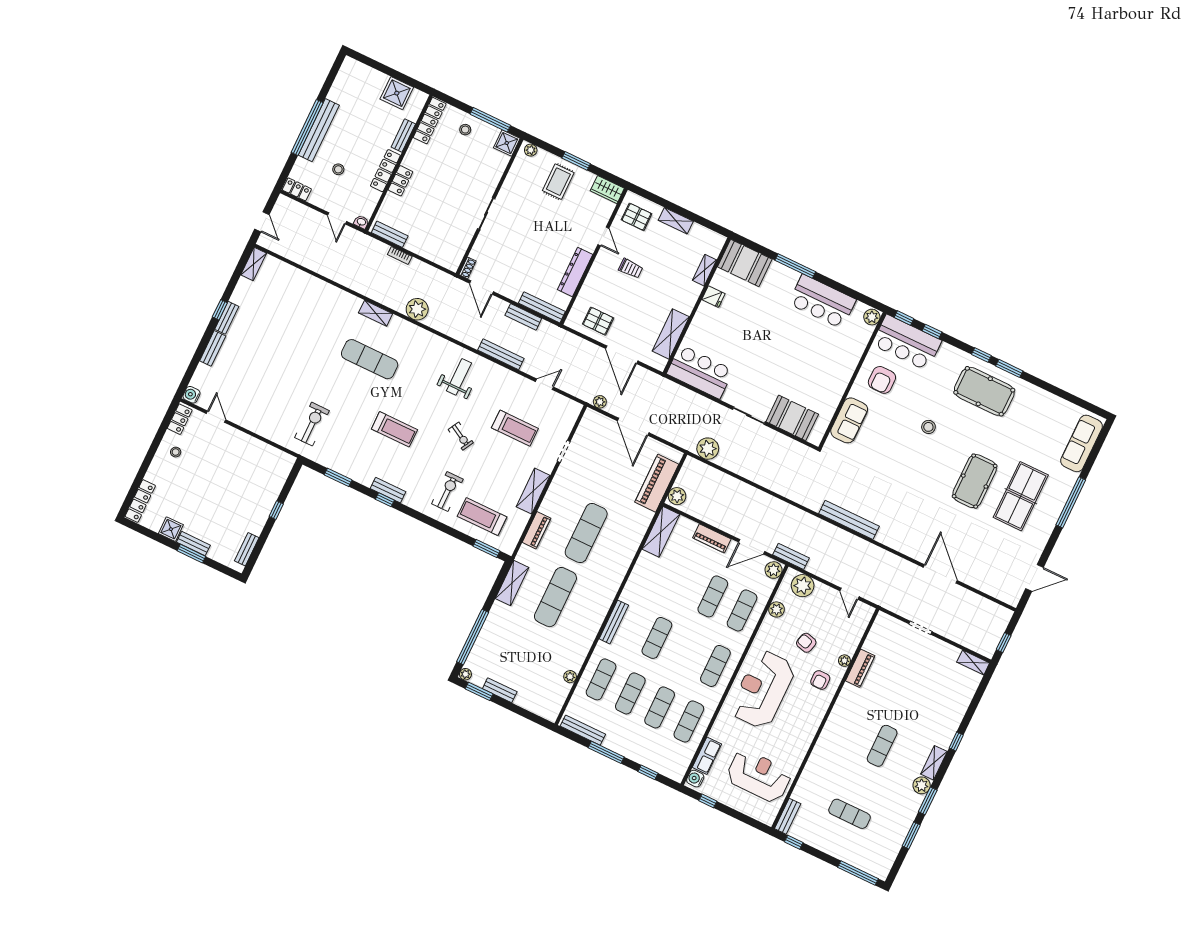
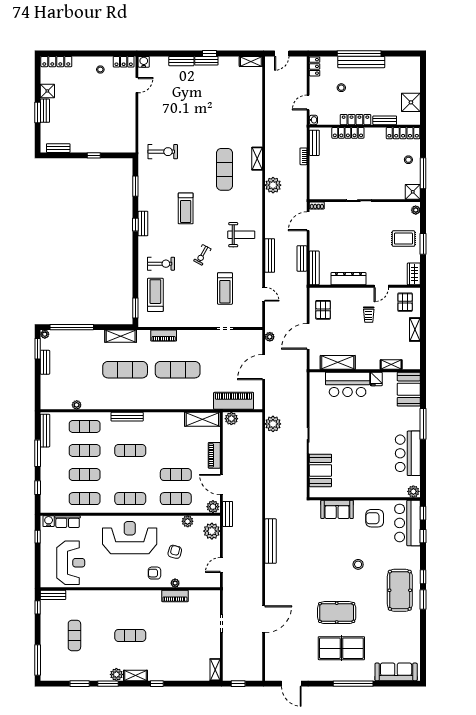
locker: (400, 181) -> (348, 133), width x1.53
bar counter: (700, 372) -> (348, 384), moved, turned 90
shelving: (533, 491) -> (189, 321), removed

